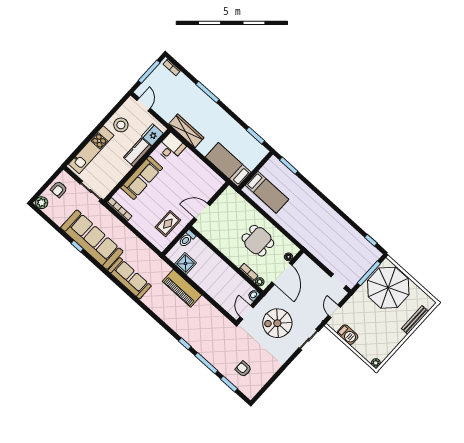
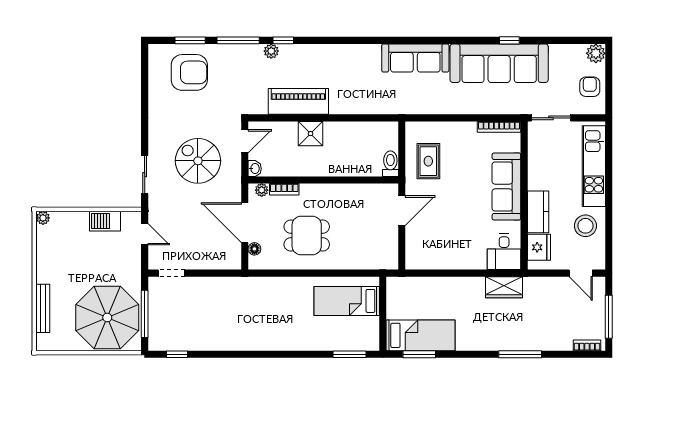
wardrobe: (186, 131) -> (504, 287), width x0.67
bed: (228, 165) -> (421, 335), moved
shower: (185, 263) -> (311, 134), moved
piano: (182, 288) -> (298, 101), moved
door: (247, 312) -> (245, 141), hinge flipped
spiral stairs: (277, 323) -> (198, 161), turned -90
plant: (195, 344) -> (271, 51), added
armchair: (243, 369) -> (189, 72), width x1.88, depth x1.88

